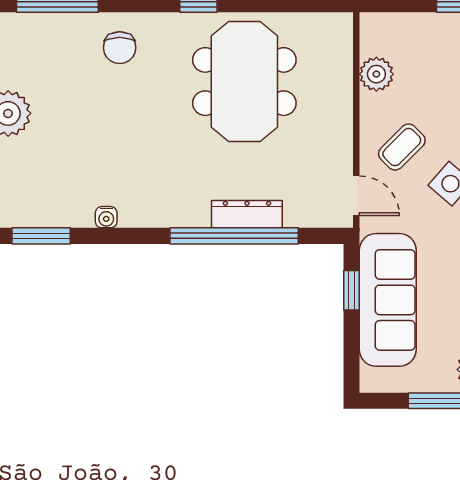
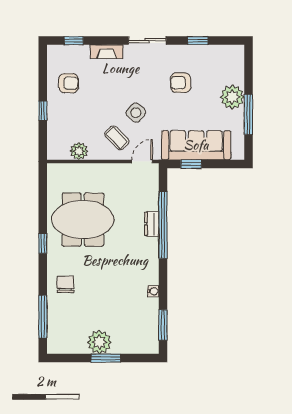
chair: (120, 48) -> (65, 284), turned -90
dresser: (247, 214) -> (152, 224), width x0.70

